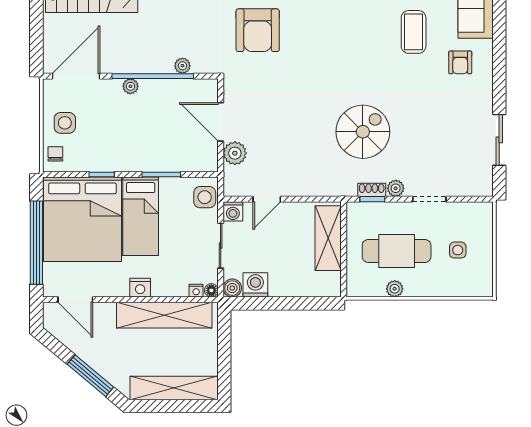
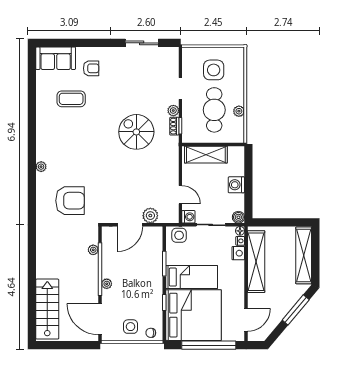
side table: (458, 250) -> (214, 70), width x1.87, depth x1.87
washing machine: (255, 285) -> (236, 185), moved
nightstand: (140, 288) -> (238, 253), moved

